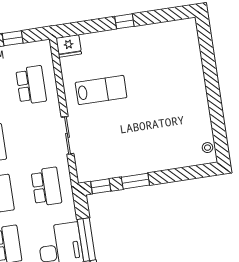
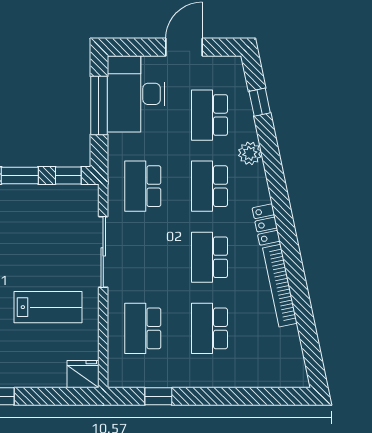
lab bench: (101, 90) -> (48, 307), turned 180
sliding door: (68, 135) -> (103, 252), width x1.37

